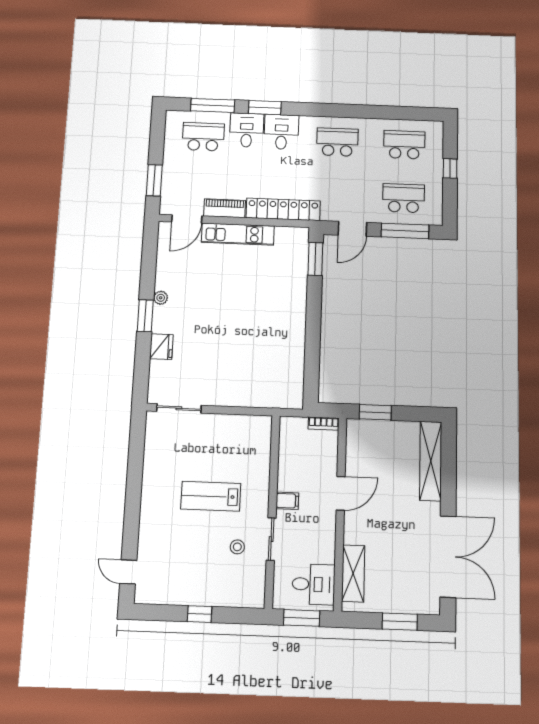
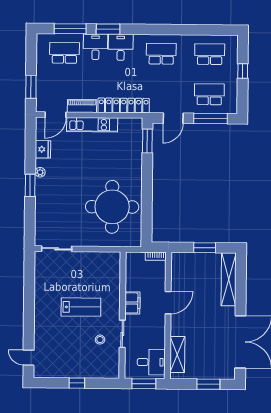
fridge: (161, 347) -> (43, 149), moved
round table: (262, 350) -> (112, 207), added
window: (375, 412) -> (205, 248), moved
lab bench: (211, 496) -> (81, 307), turned 180
filing cabinet: (287, 501) -> (132, 303), width x2.00

